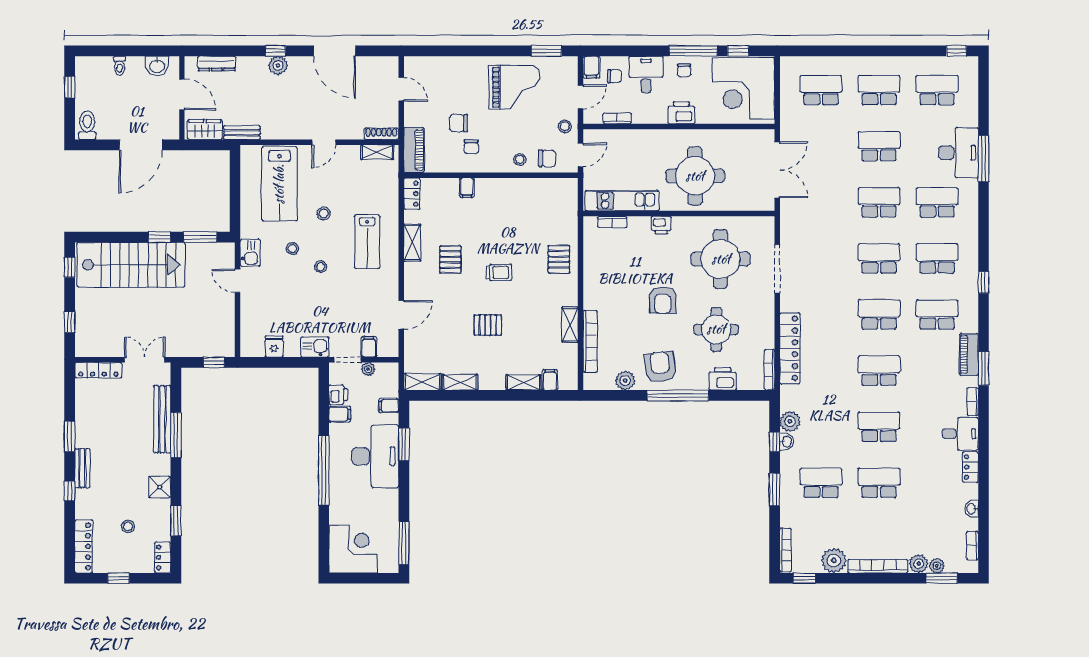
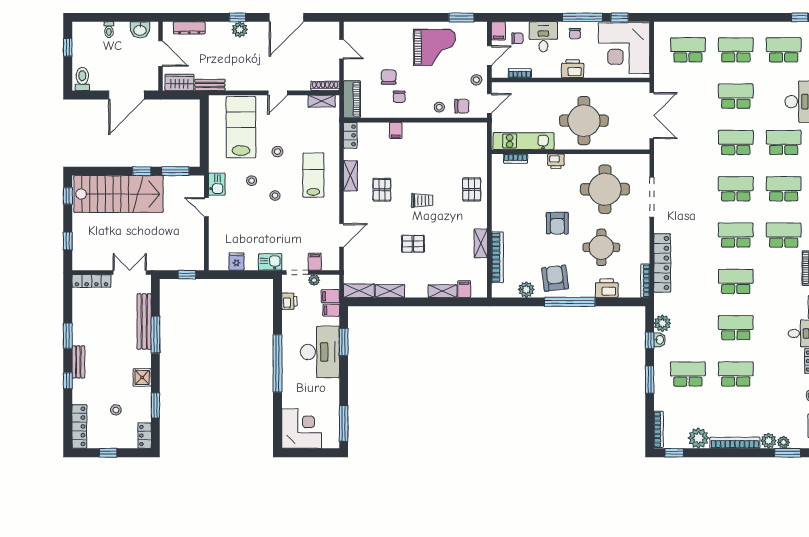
door: (335, 51) -> (286, 17), hinge flipped
chair: (458, 123) -> (389, 77), turned 90
lab bench: (279, 184) -> (241, 127), turned 180
lab bench: (367, 242) -> (313, 175), turned 180
filing cabinet: (340, 414) -> (330, 296), moved, turned 180

